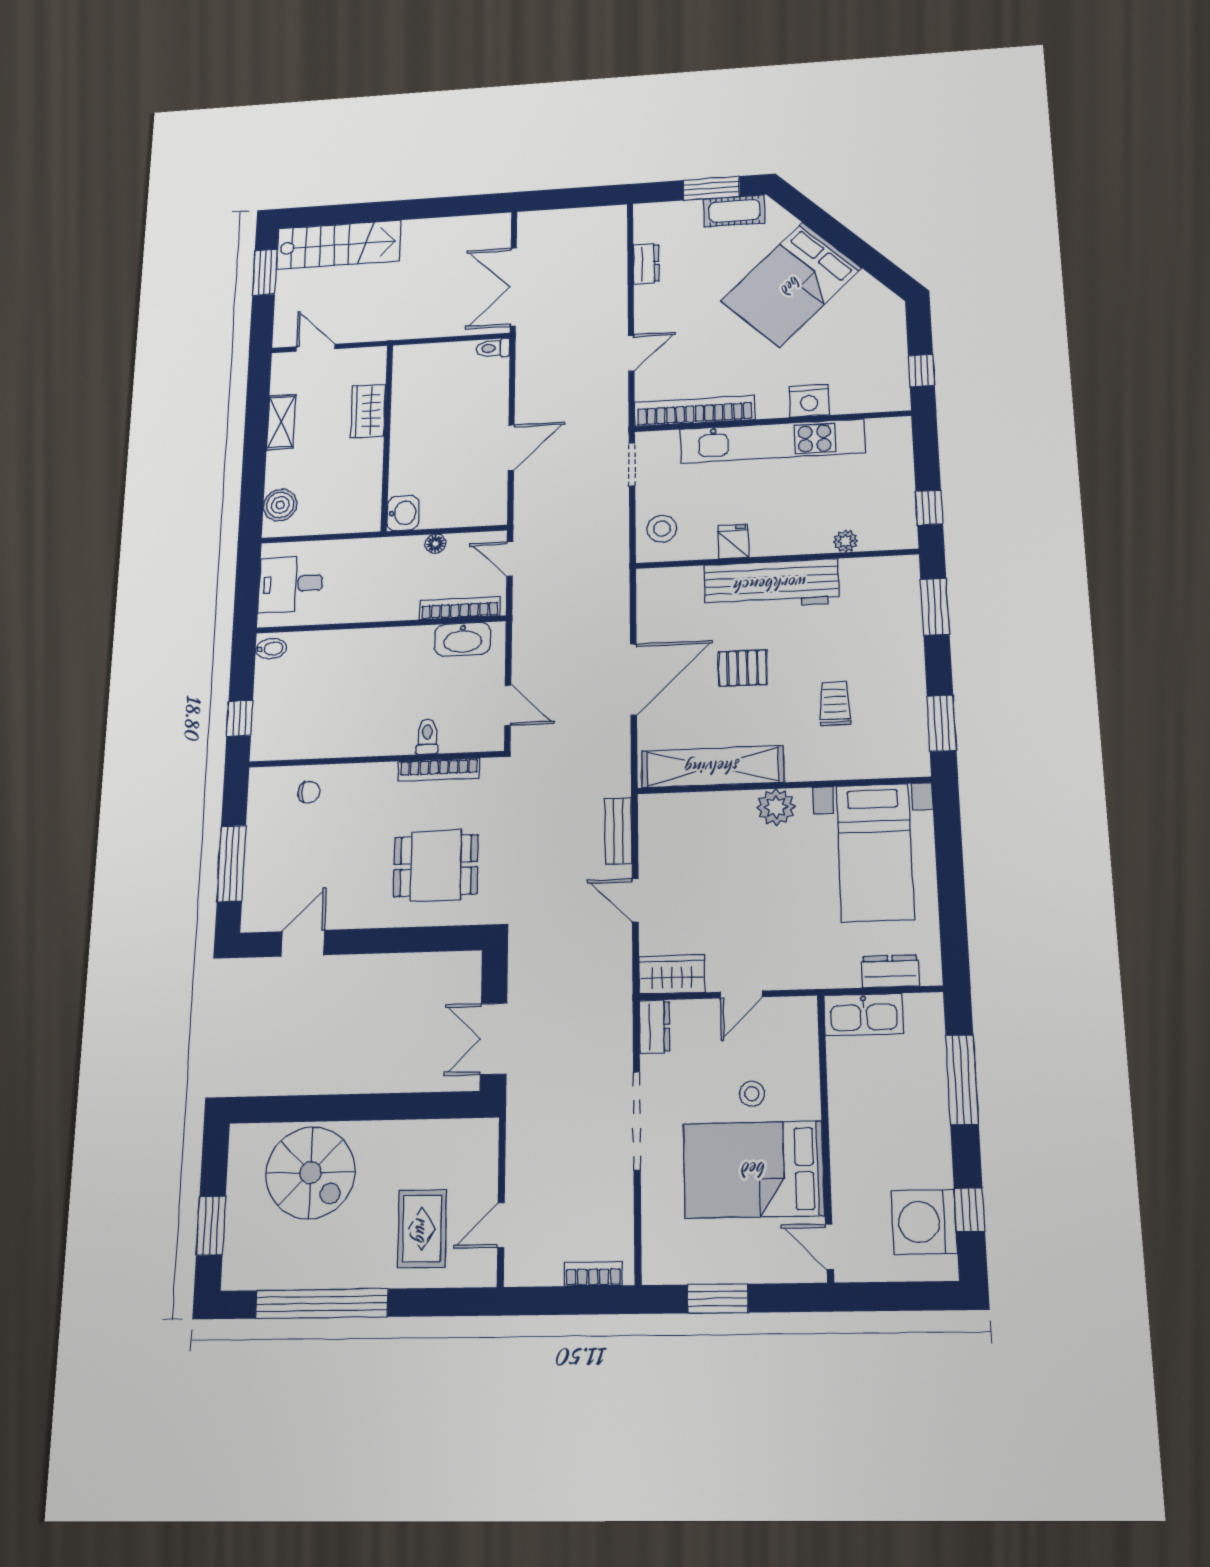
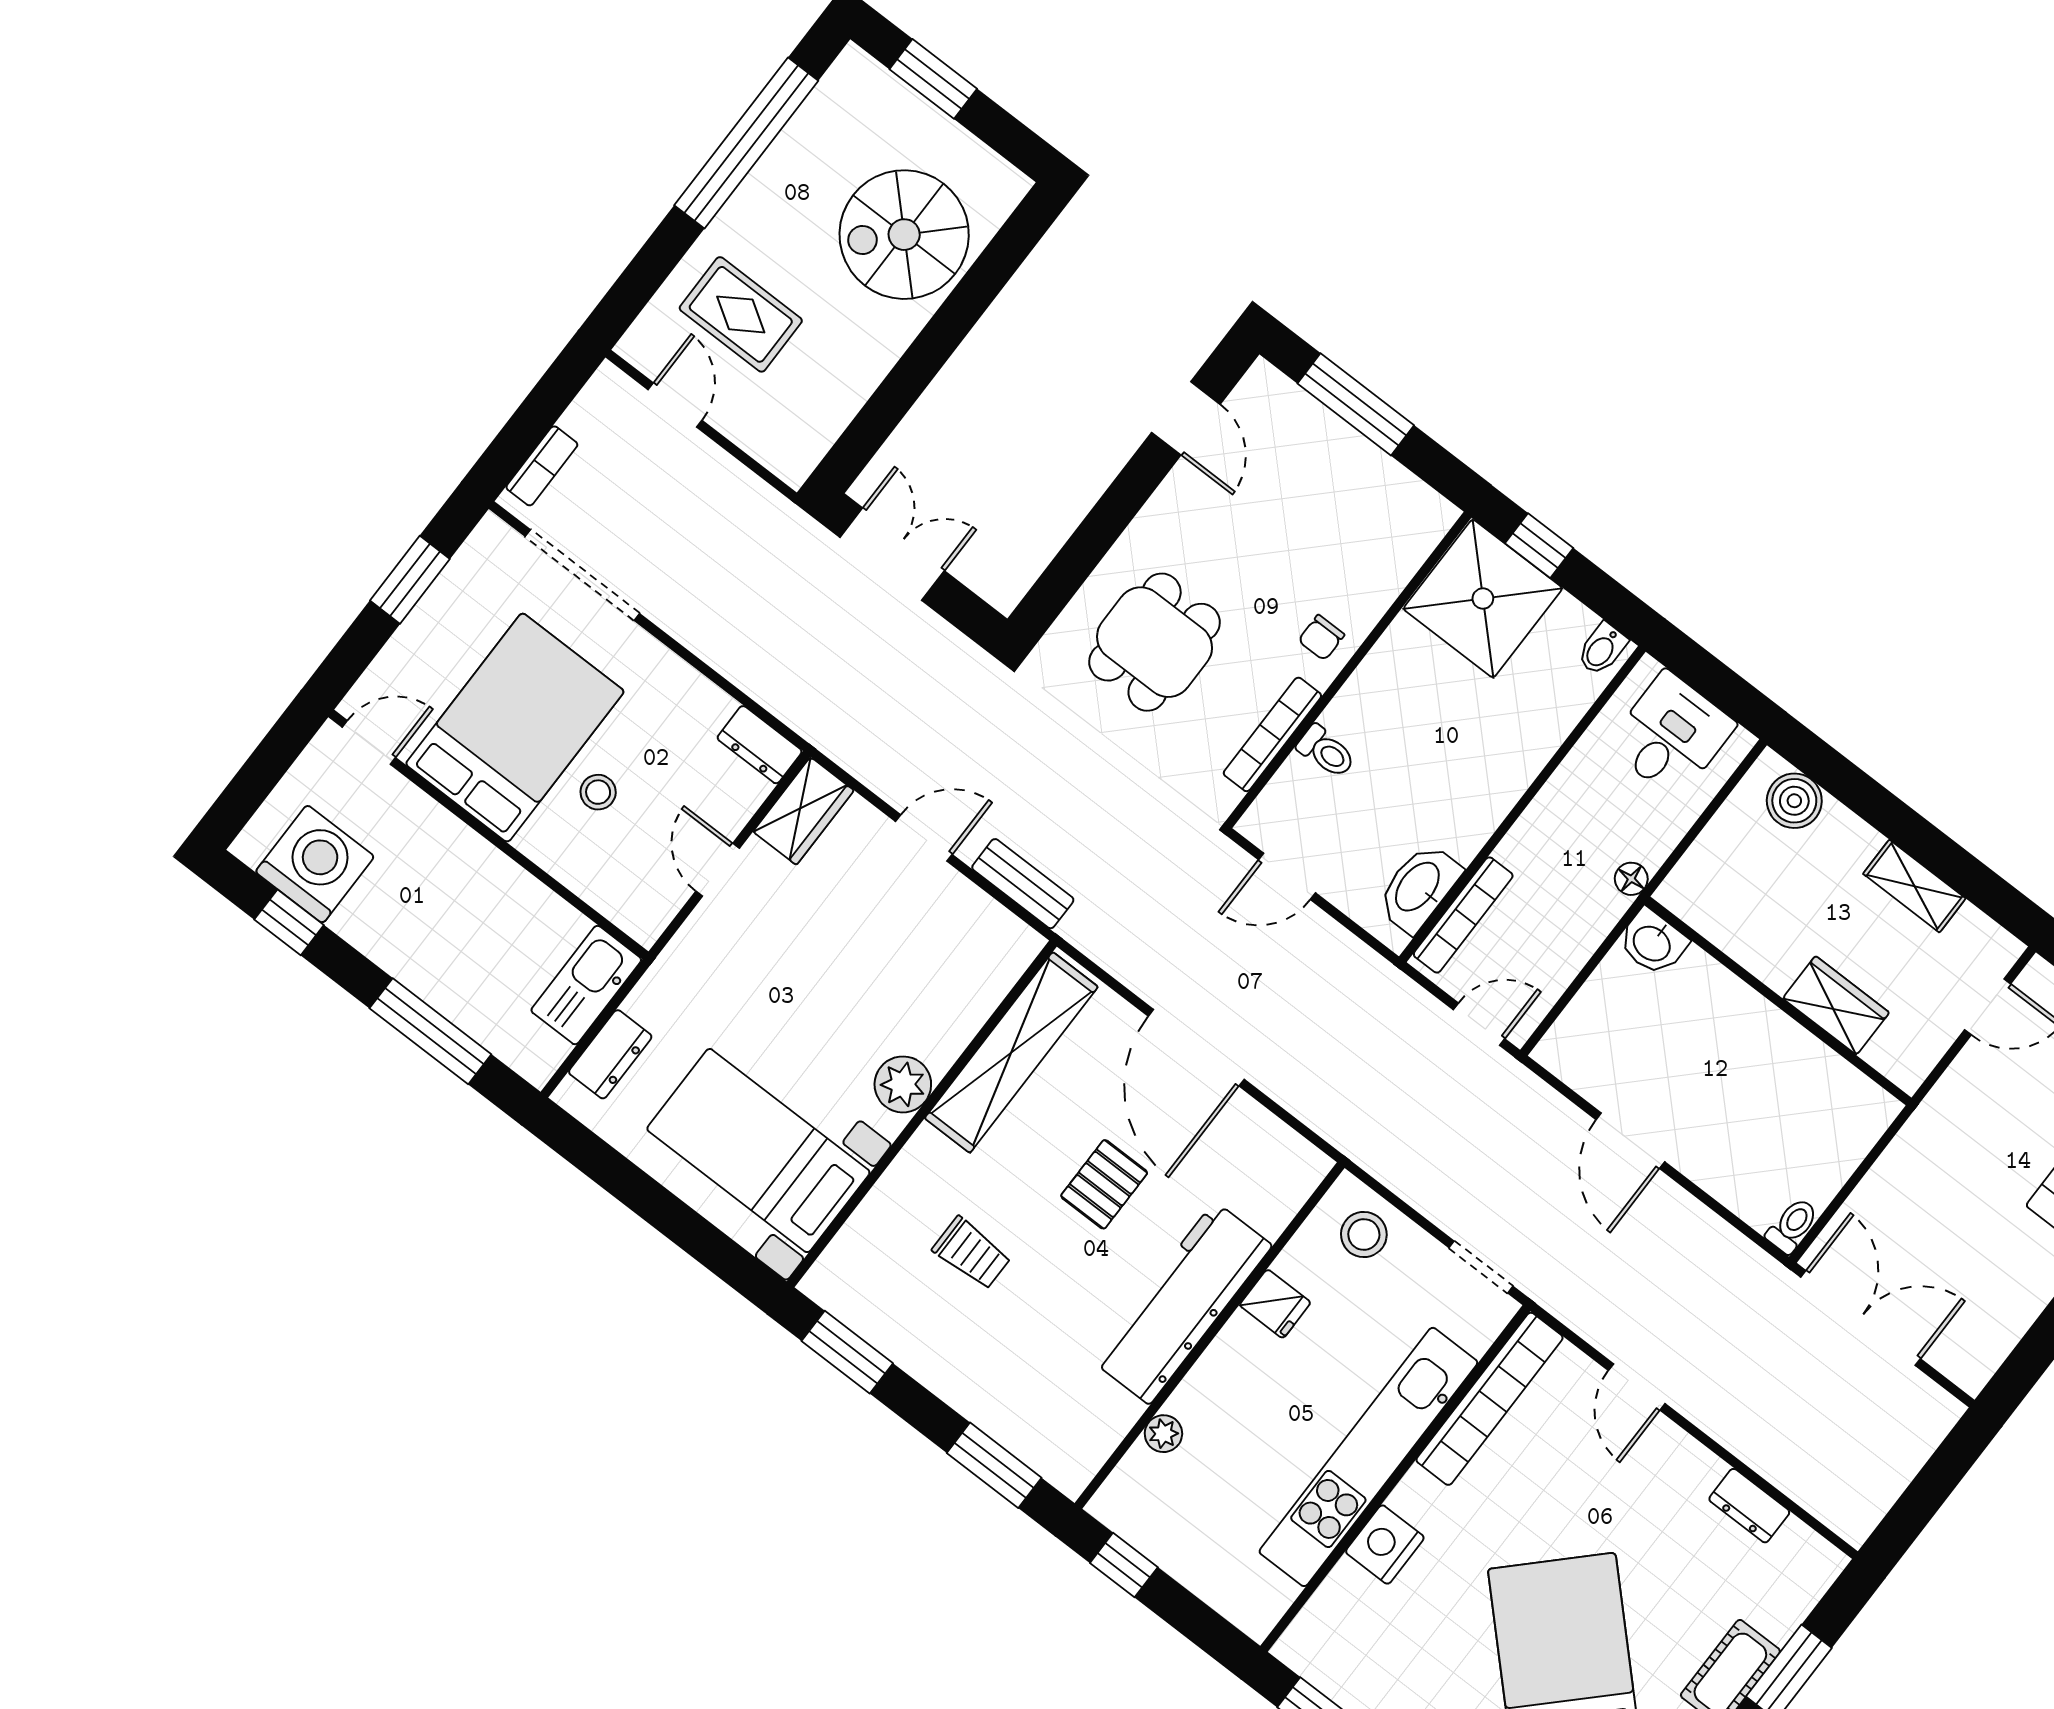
floor lamp: (435, 544) -> (1631, 879), moved
shower: (288, 724) -> (1483, 599), added
chair: (309, 792) -> (1321, 638), moved
doorway: (637, 1121) -> (582, 575), moved

